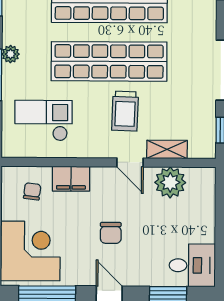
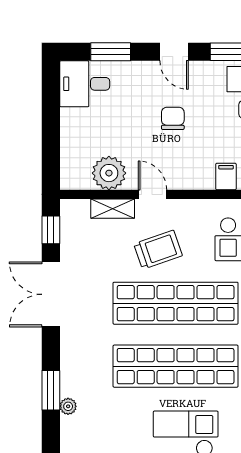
trolley: (125, 111) -> (158, 250), turned 69
filing cabinet: (71, 179) -> (226, 177), width x0.50

